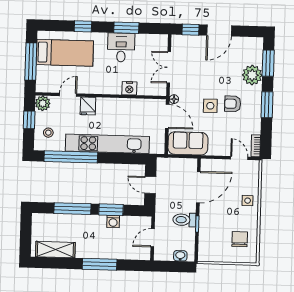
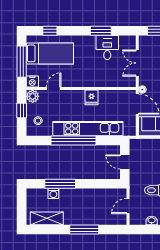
window: (83, 26) -> (50, 31), moved
desk: (121, 47) -> (107, 48), moved
nightstand: (129, 88) -> (32, 82), moved
fridge: (88, 106) -> (92, 97), moved
window: (71, 157) -> (74, 140), moved
window: (111, 210) -> (92, 184), removed
washing machine: (113, 222) -> (53, 194), moved

